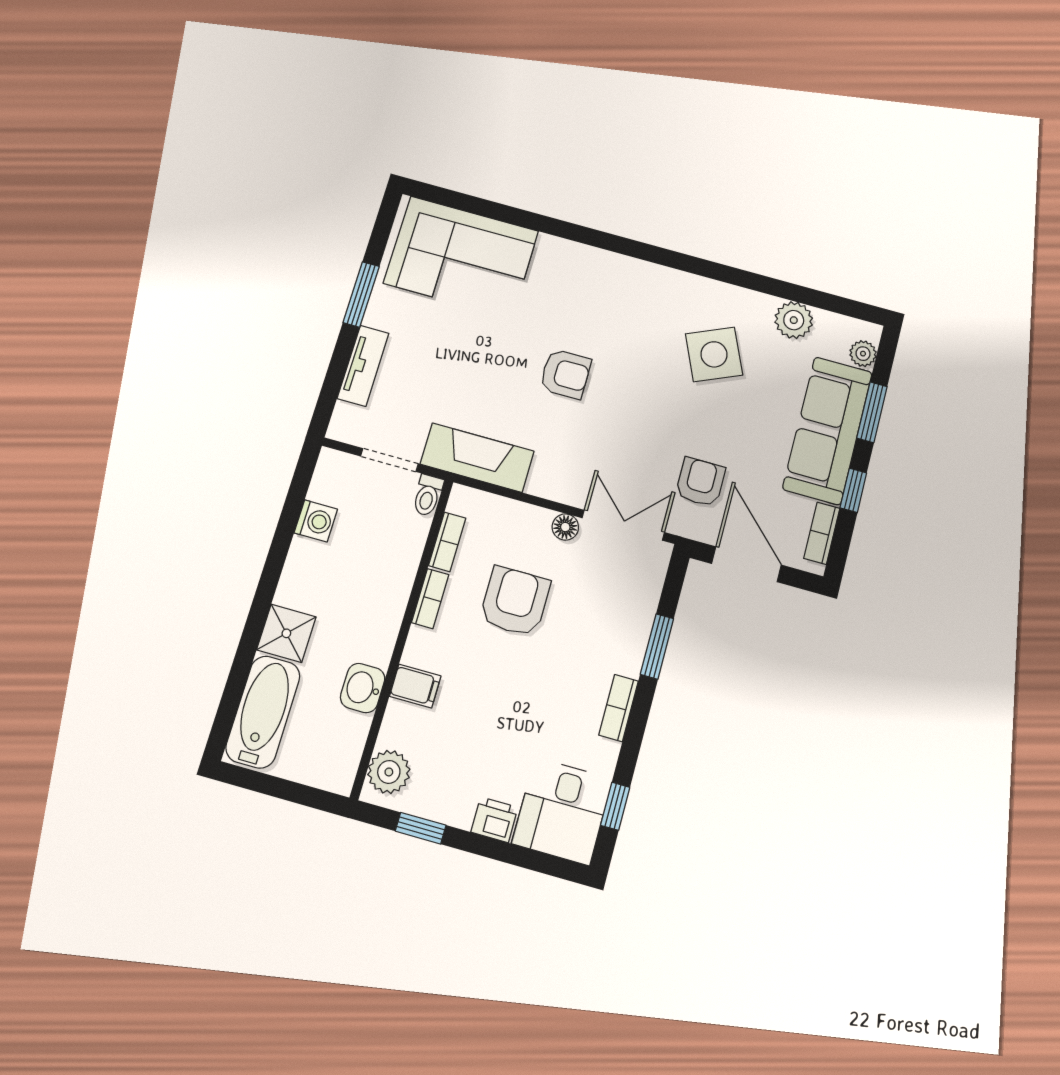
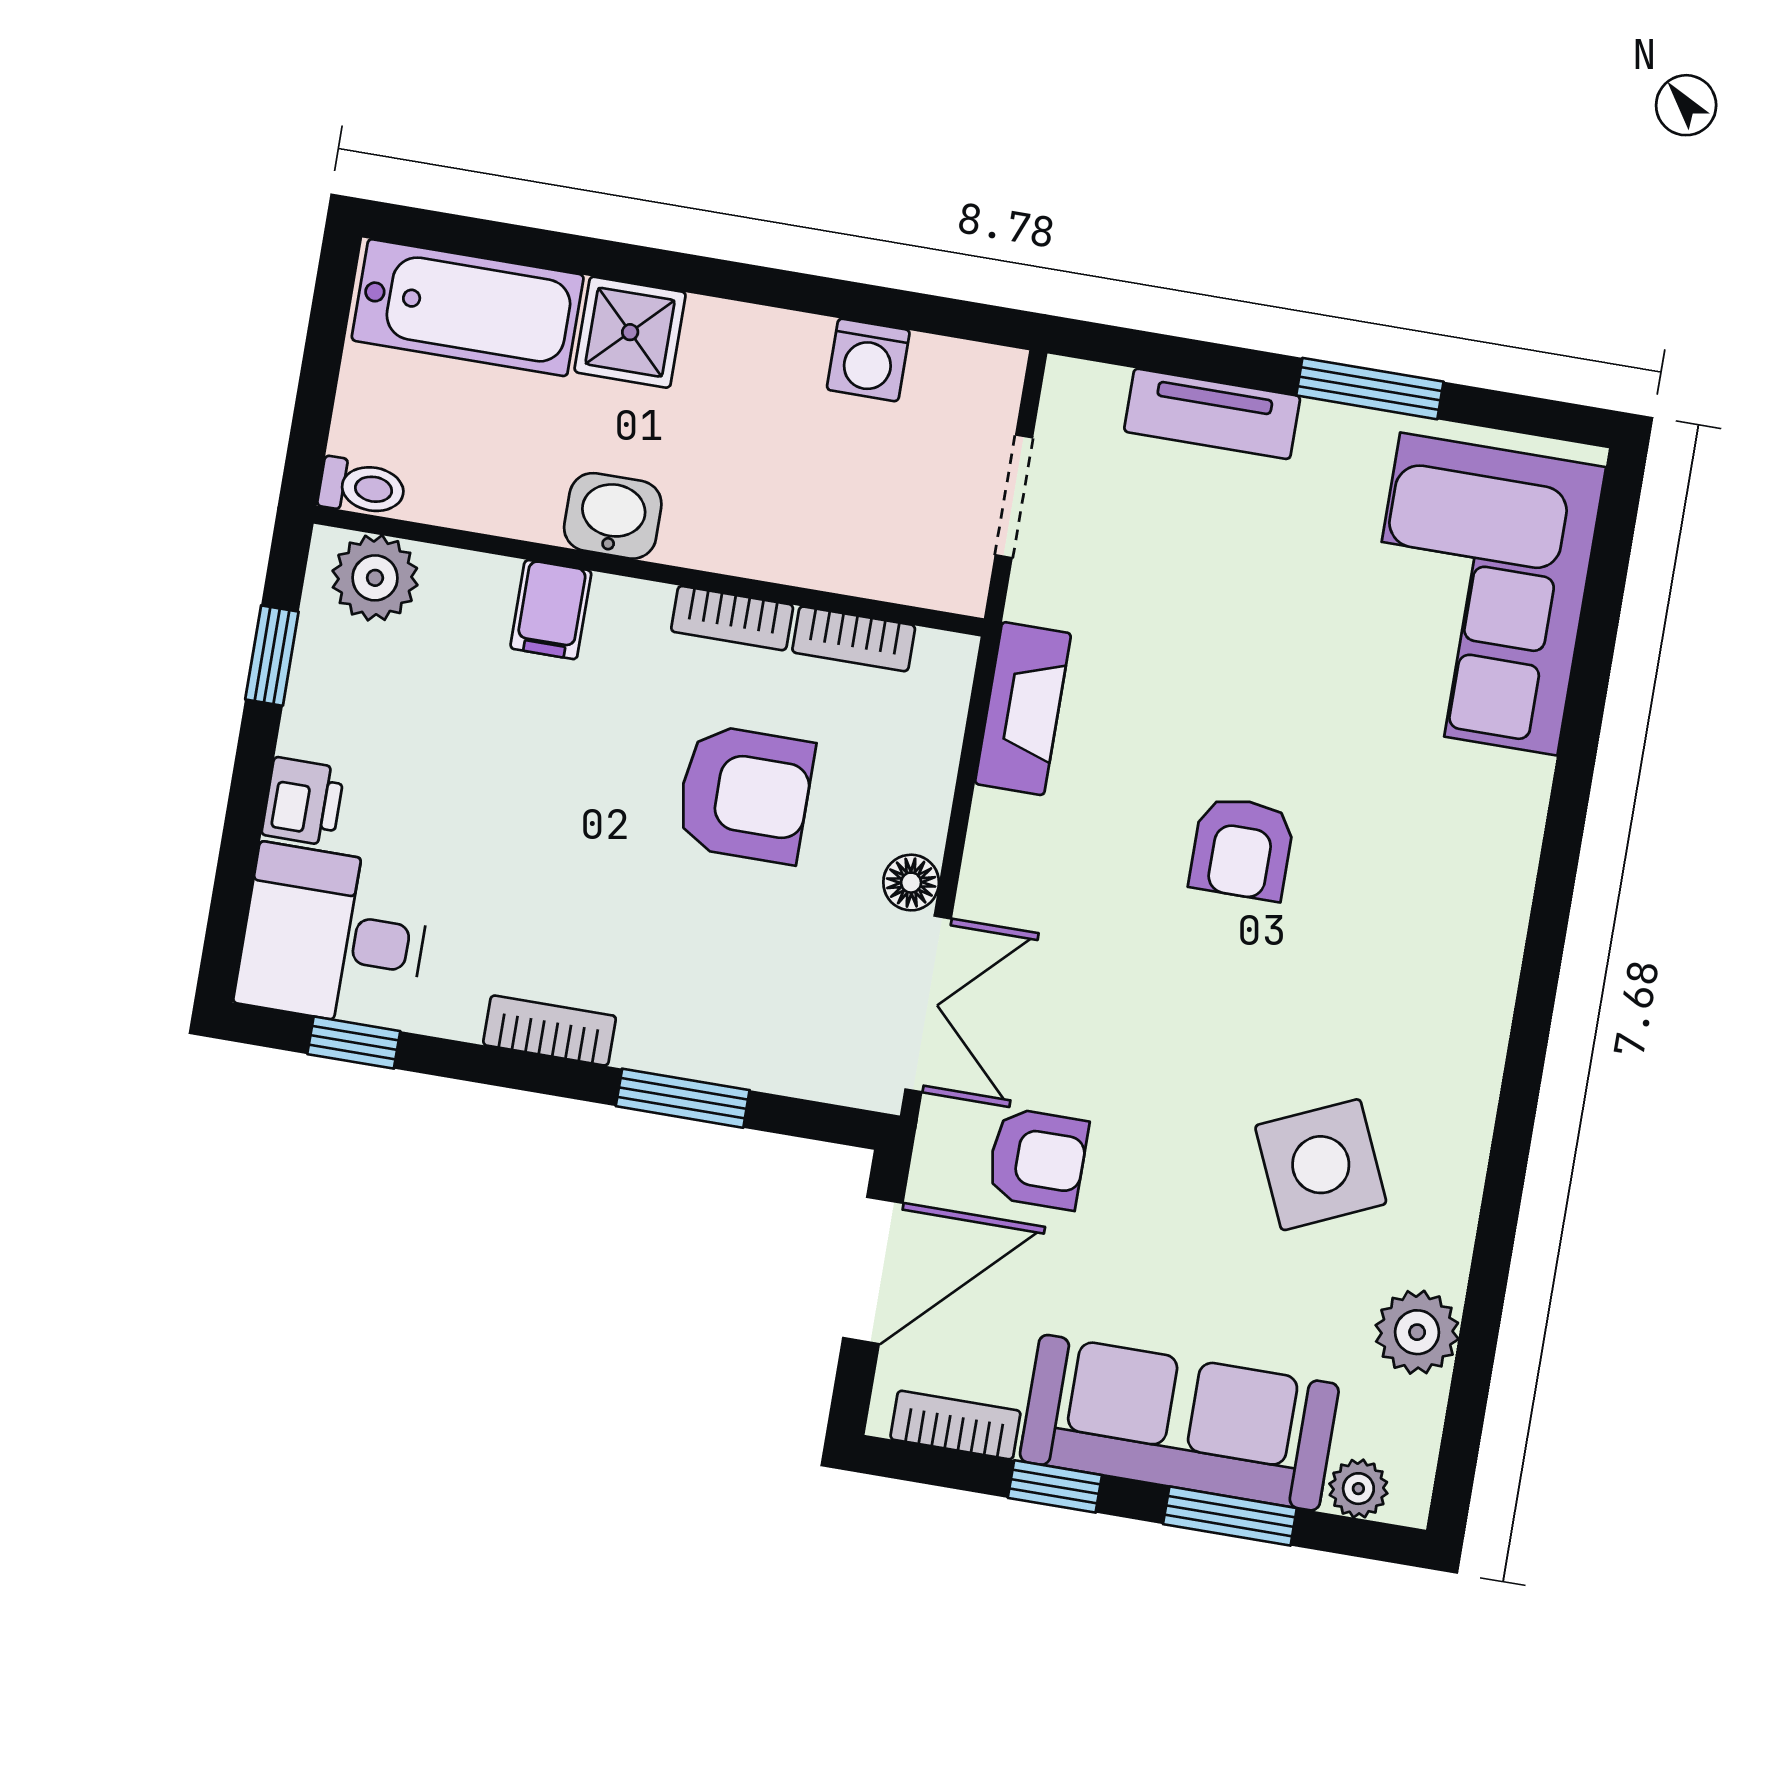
fireplace: (477, 458) -> (1023, 709), width x0.73, depth x0.76
toilet: (428, 495) -> (362, 487), moved, turned 180
washbasin: (363, 688) -> (613, 516), moved

